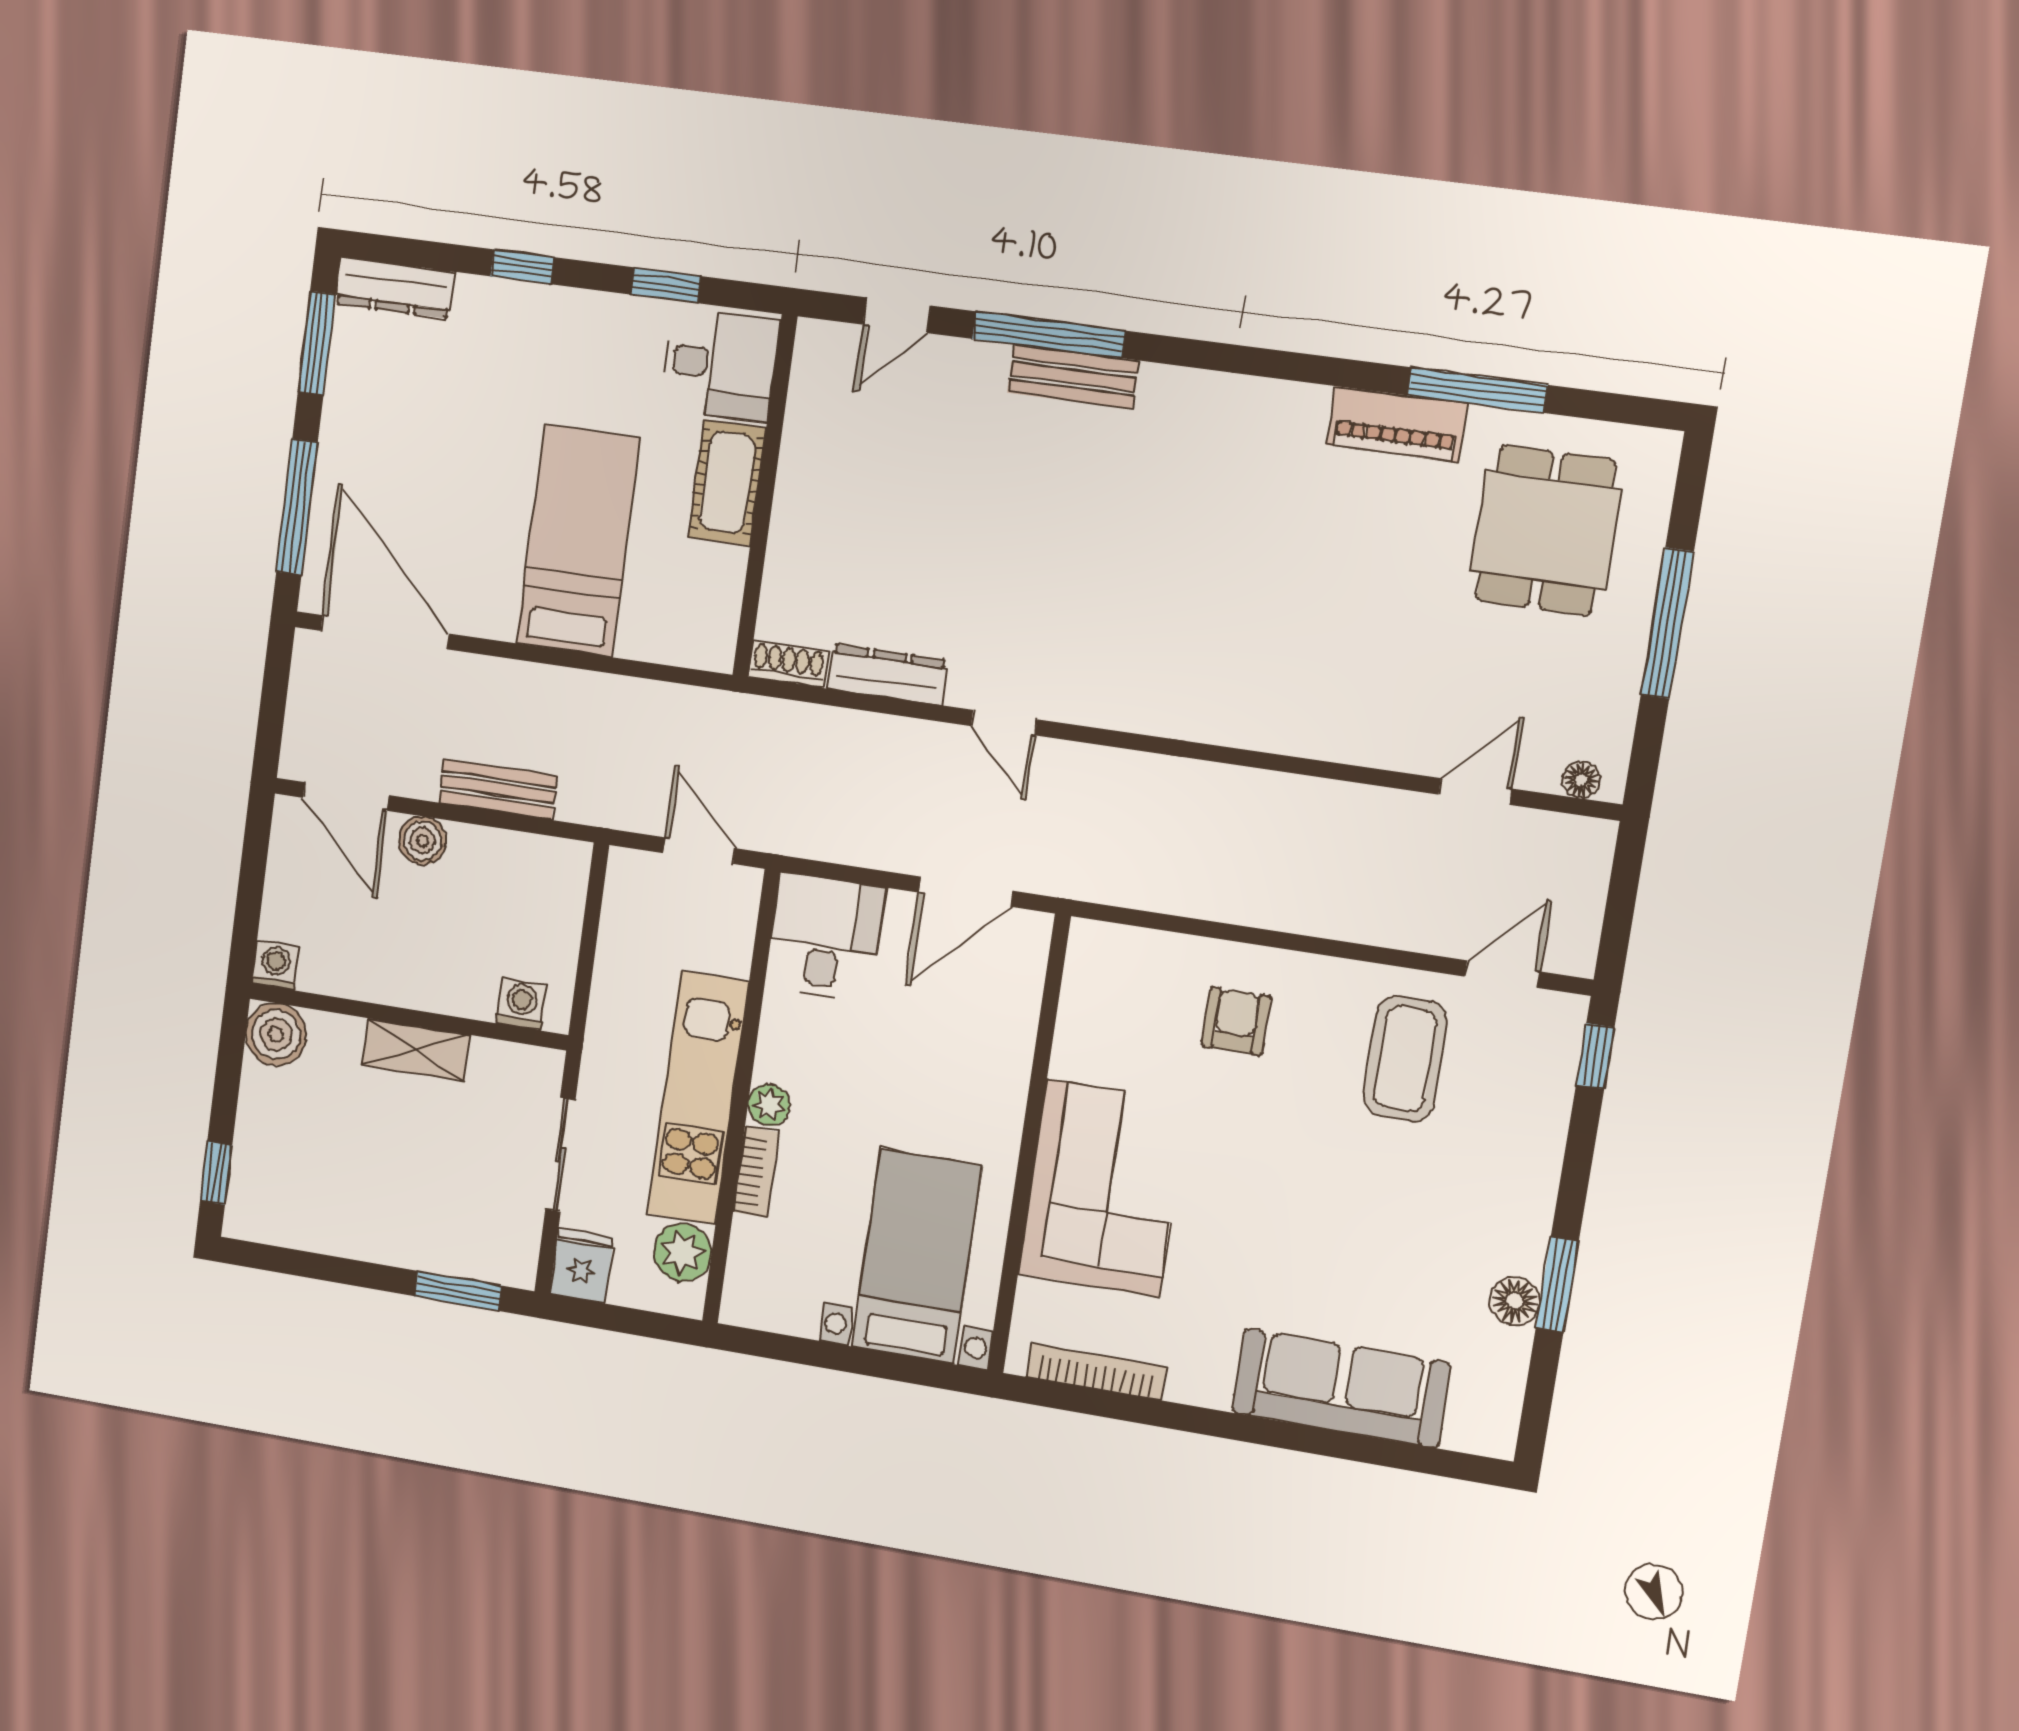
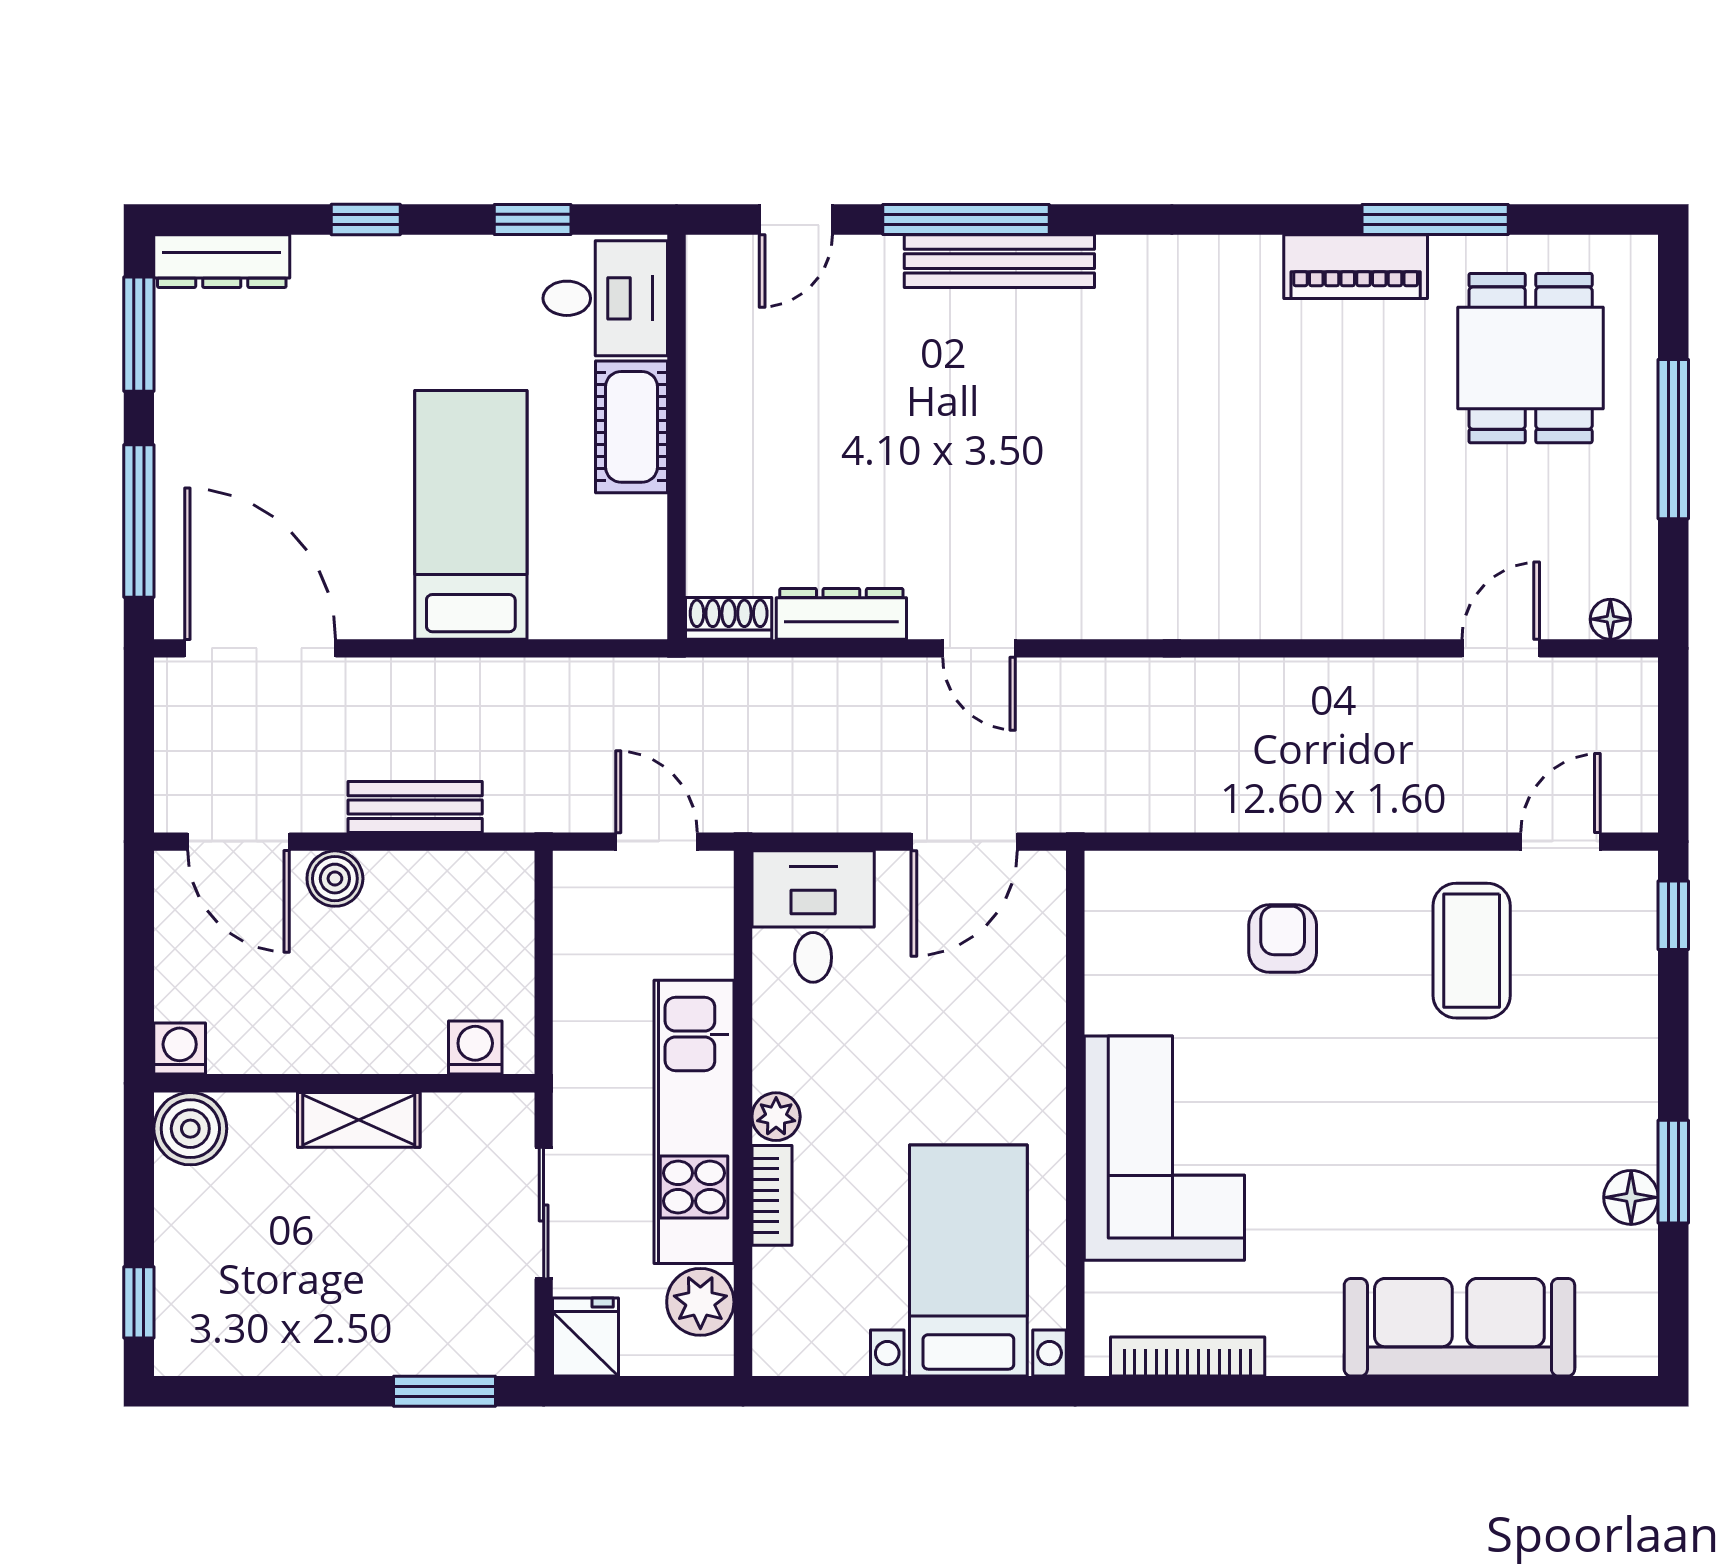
bench: (1073, 377) -> (999, 261), width x1.36

